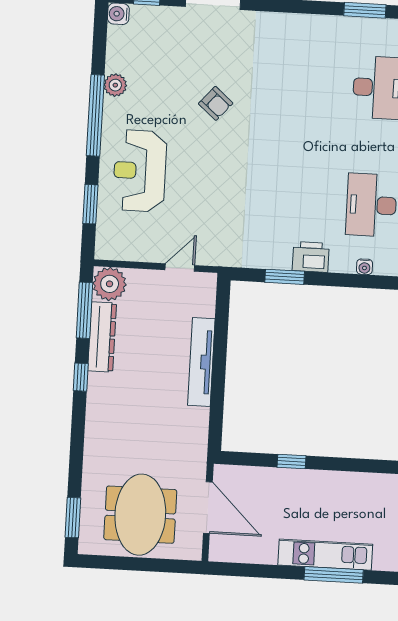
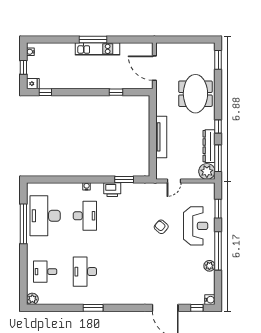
armchair: (216, 103) -> (161, 227), moved
meeting table: (140, 515) -> (195, 94), moved

